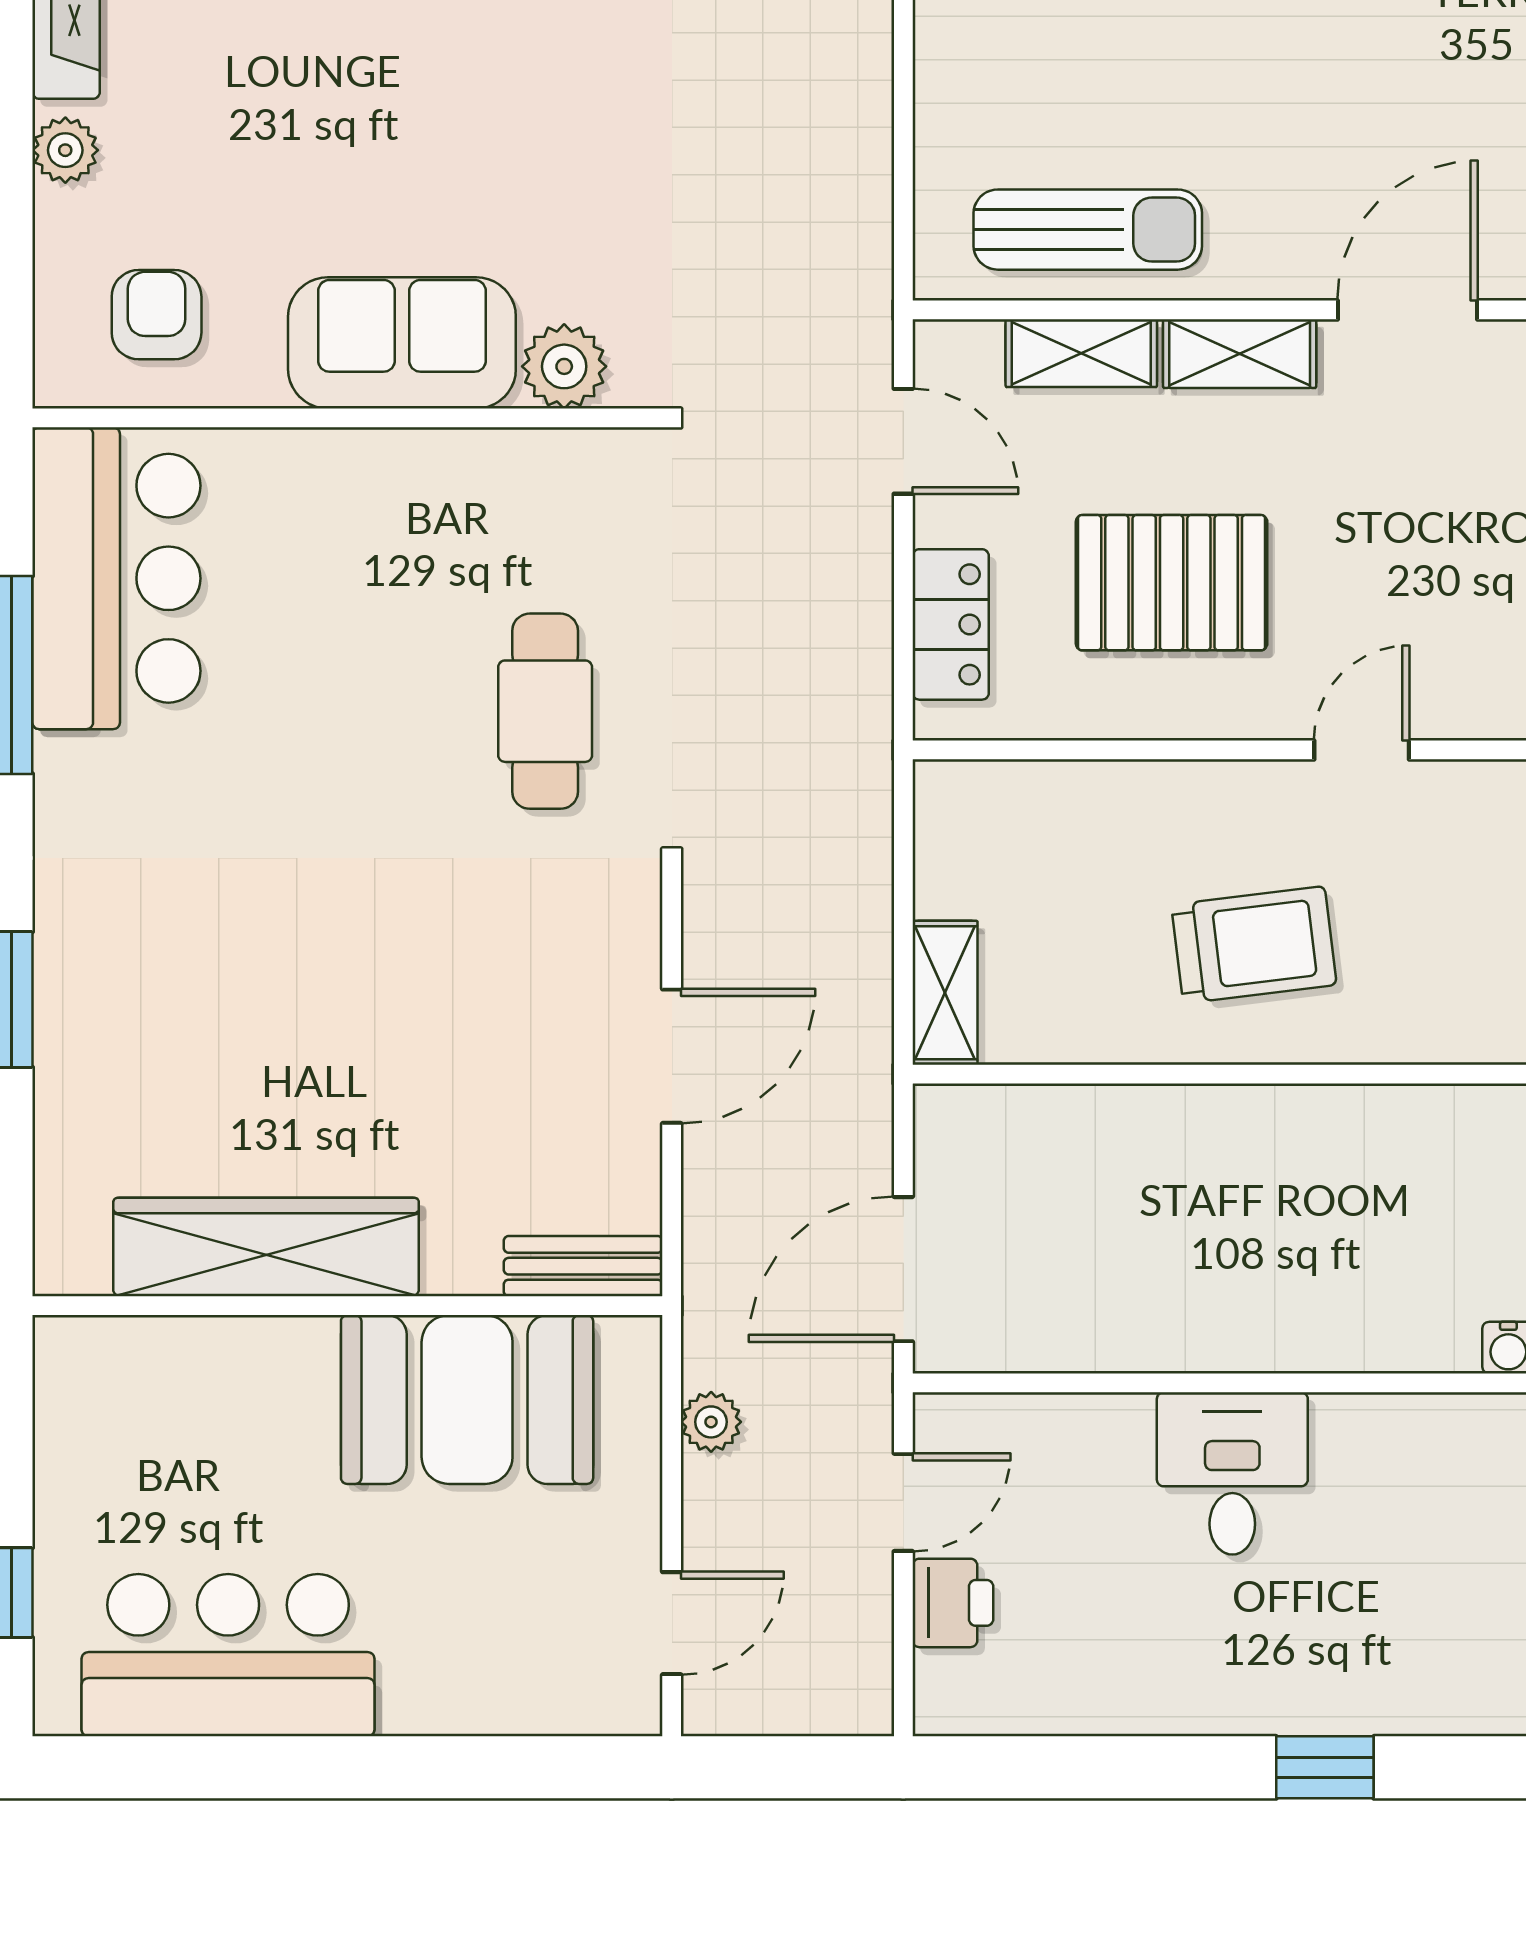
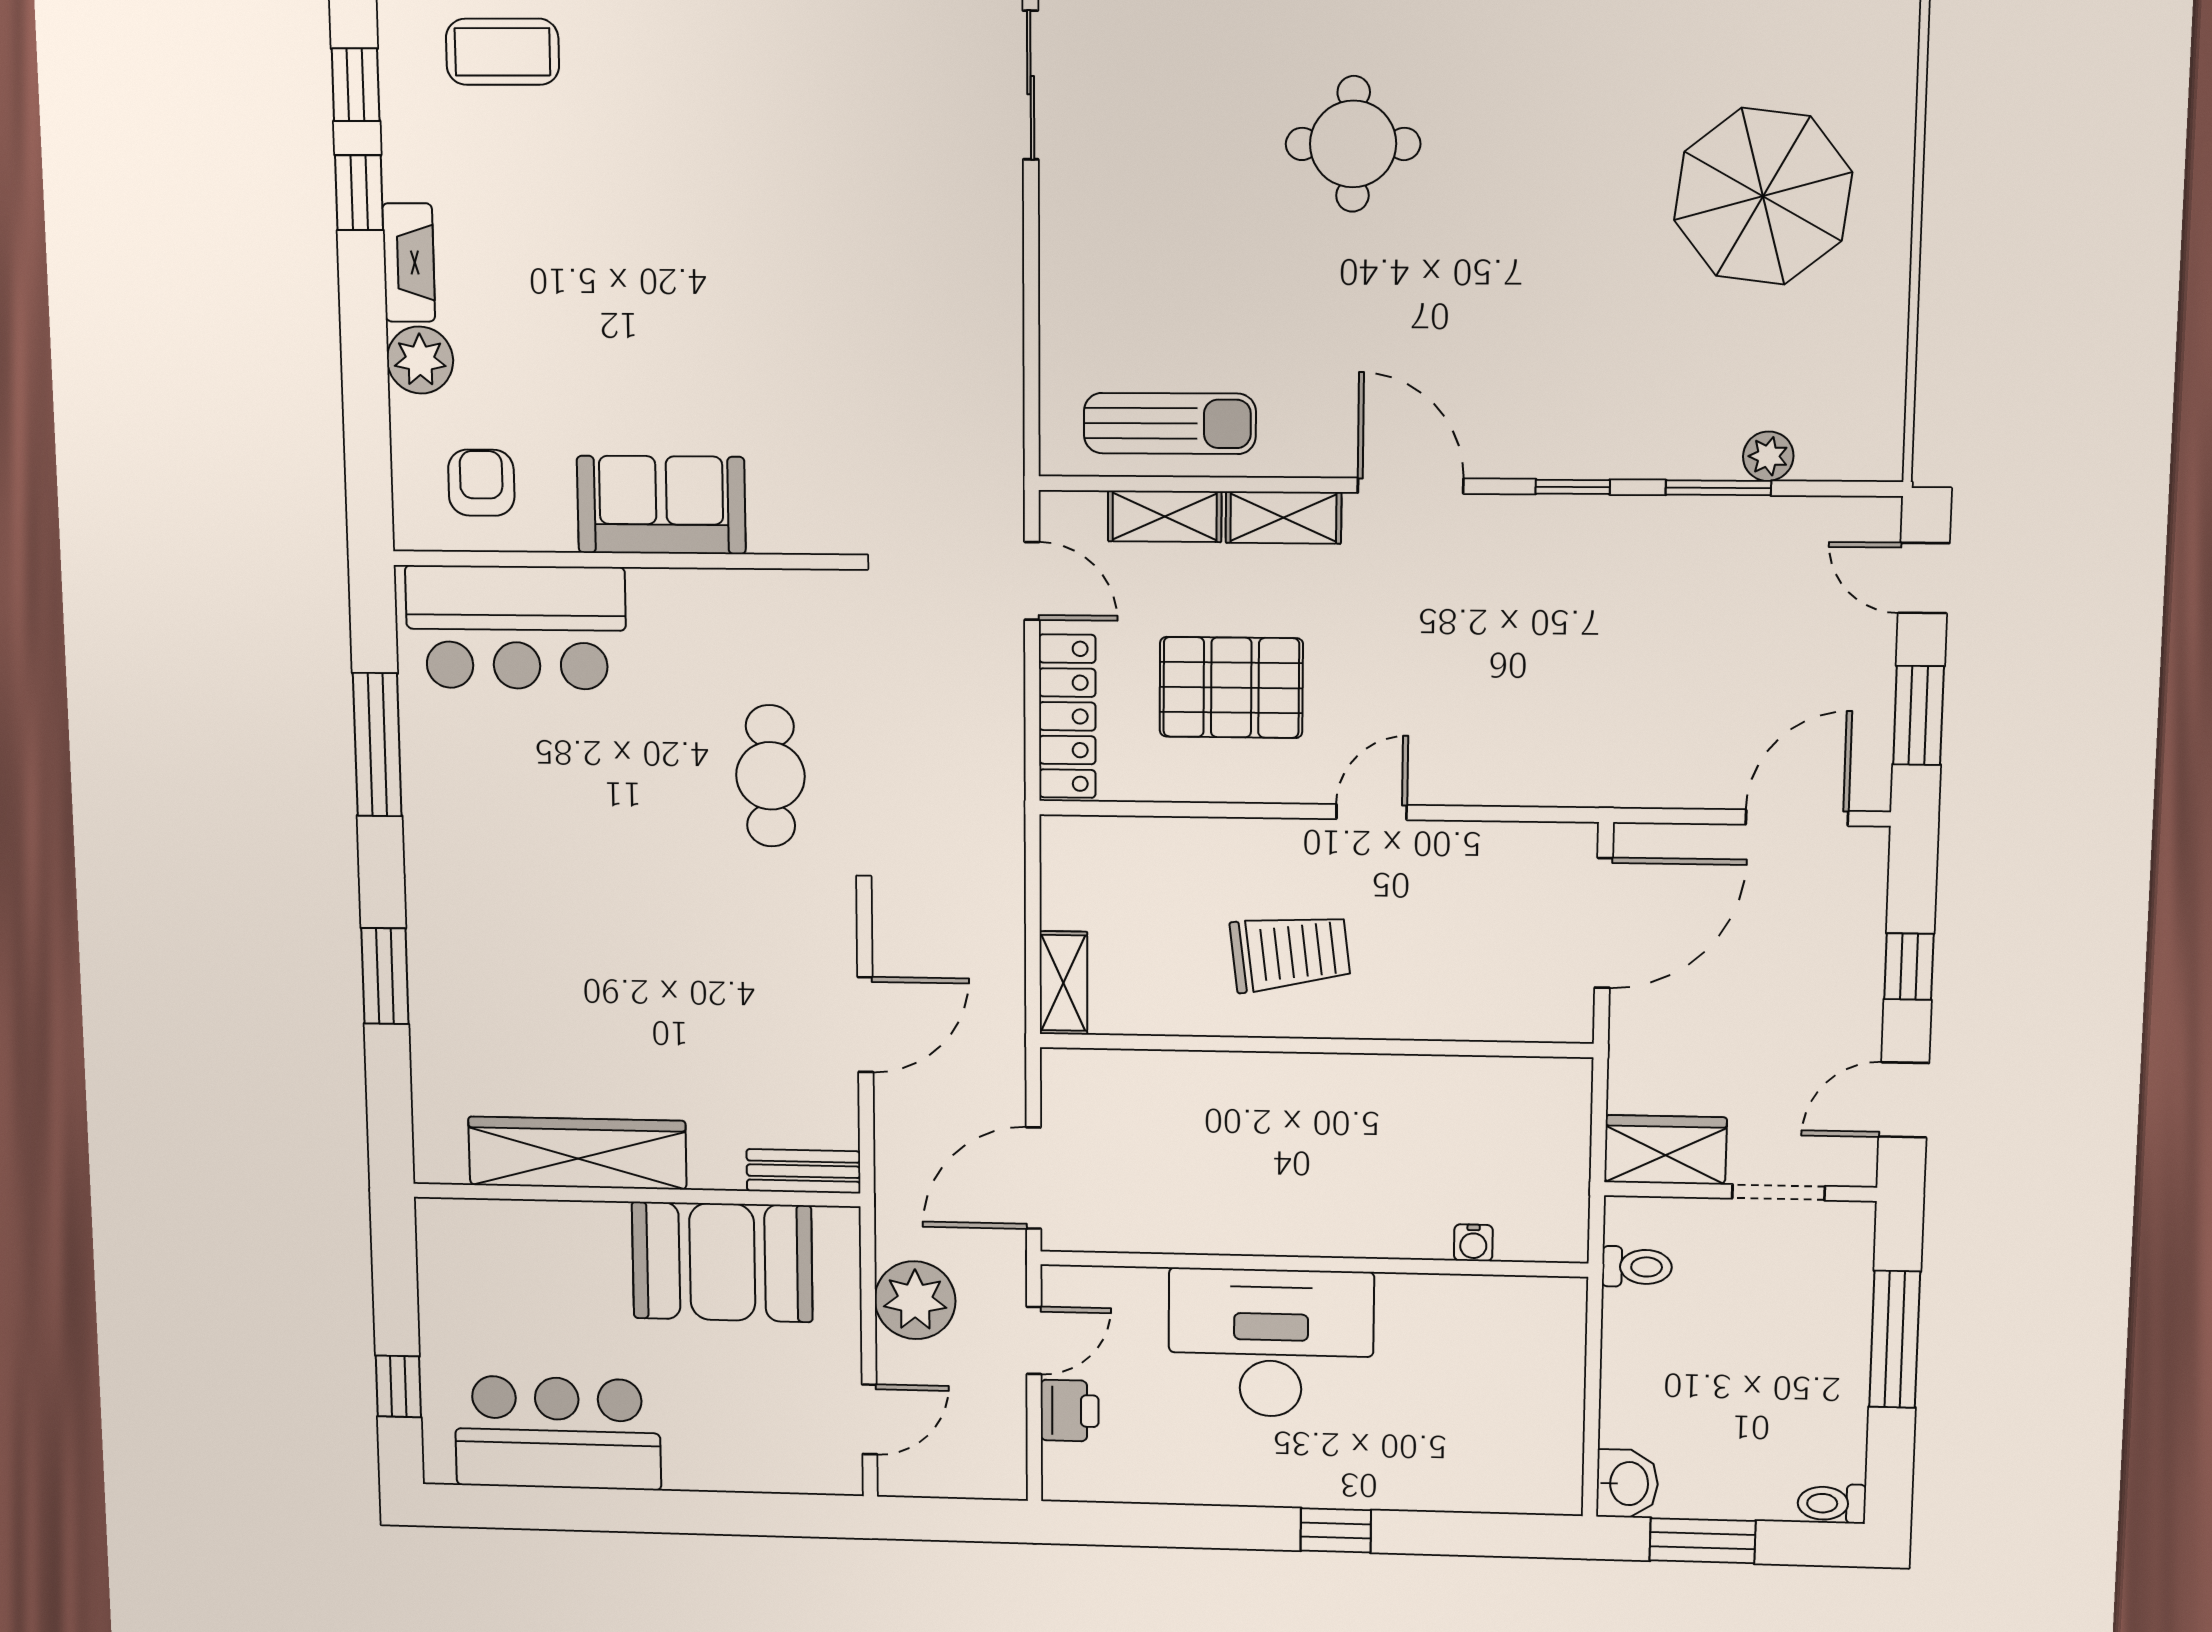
plant: (65, 150) -> (420, 360), width x1.38, depth x1.38
door: (1408, 310) -> (1411, 486), hinge flipped
plant: (564, 366) -> (781, 523), removed
bar counter: (116, 578) -> (516, 627), moved, turned 90
locker: (951, 624) -> (1067, 716), width x1.53
plant: (711, 1422) -> (915, 1300), width x1.87, depth x1.87
desk: (1232, 1473) -> (1271, 1343), width x1.87, depth x1.30

